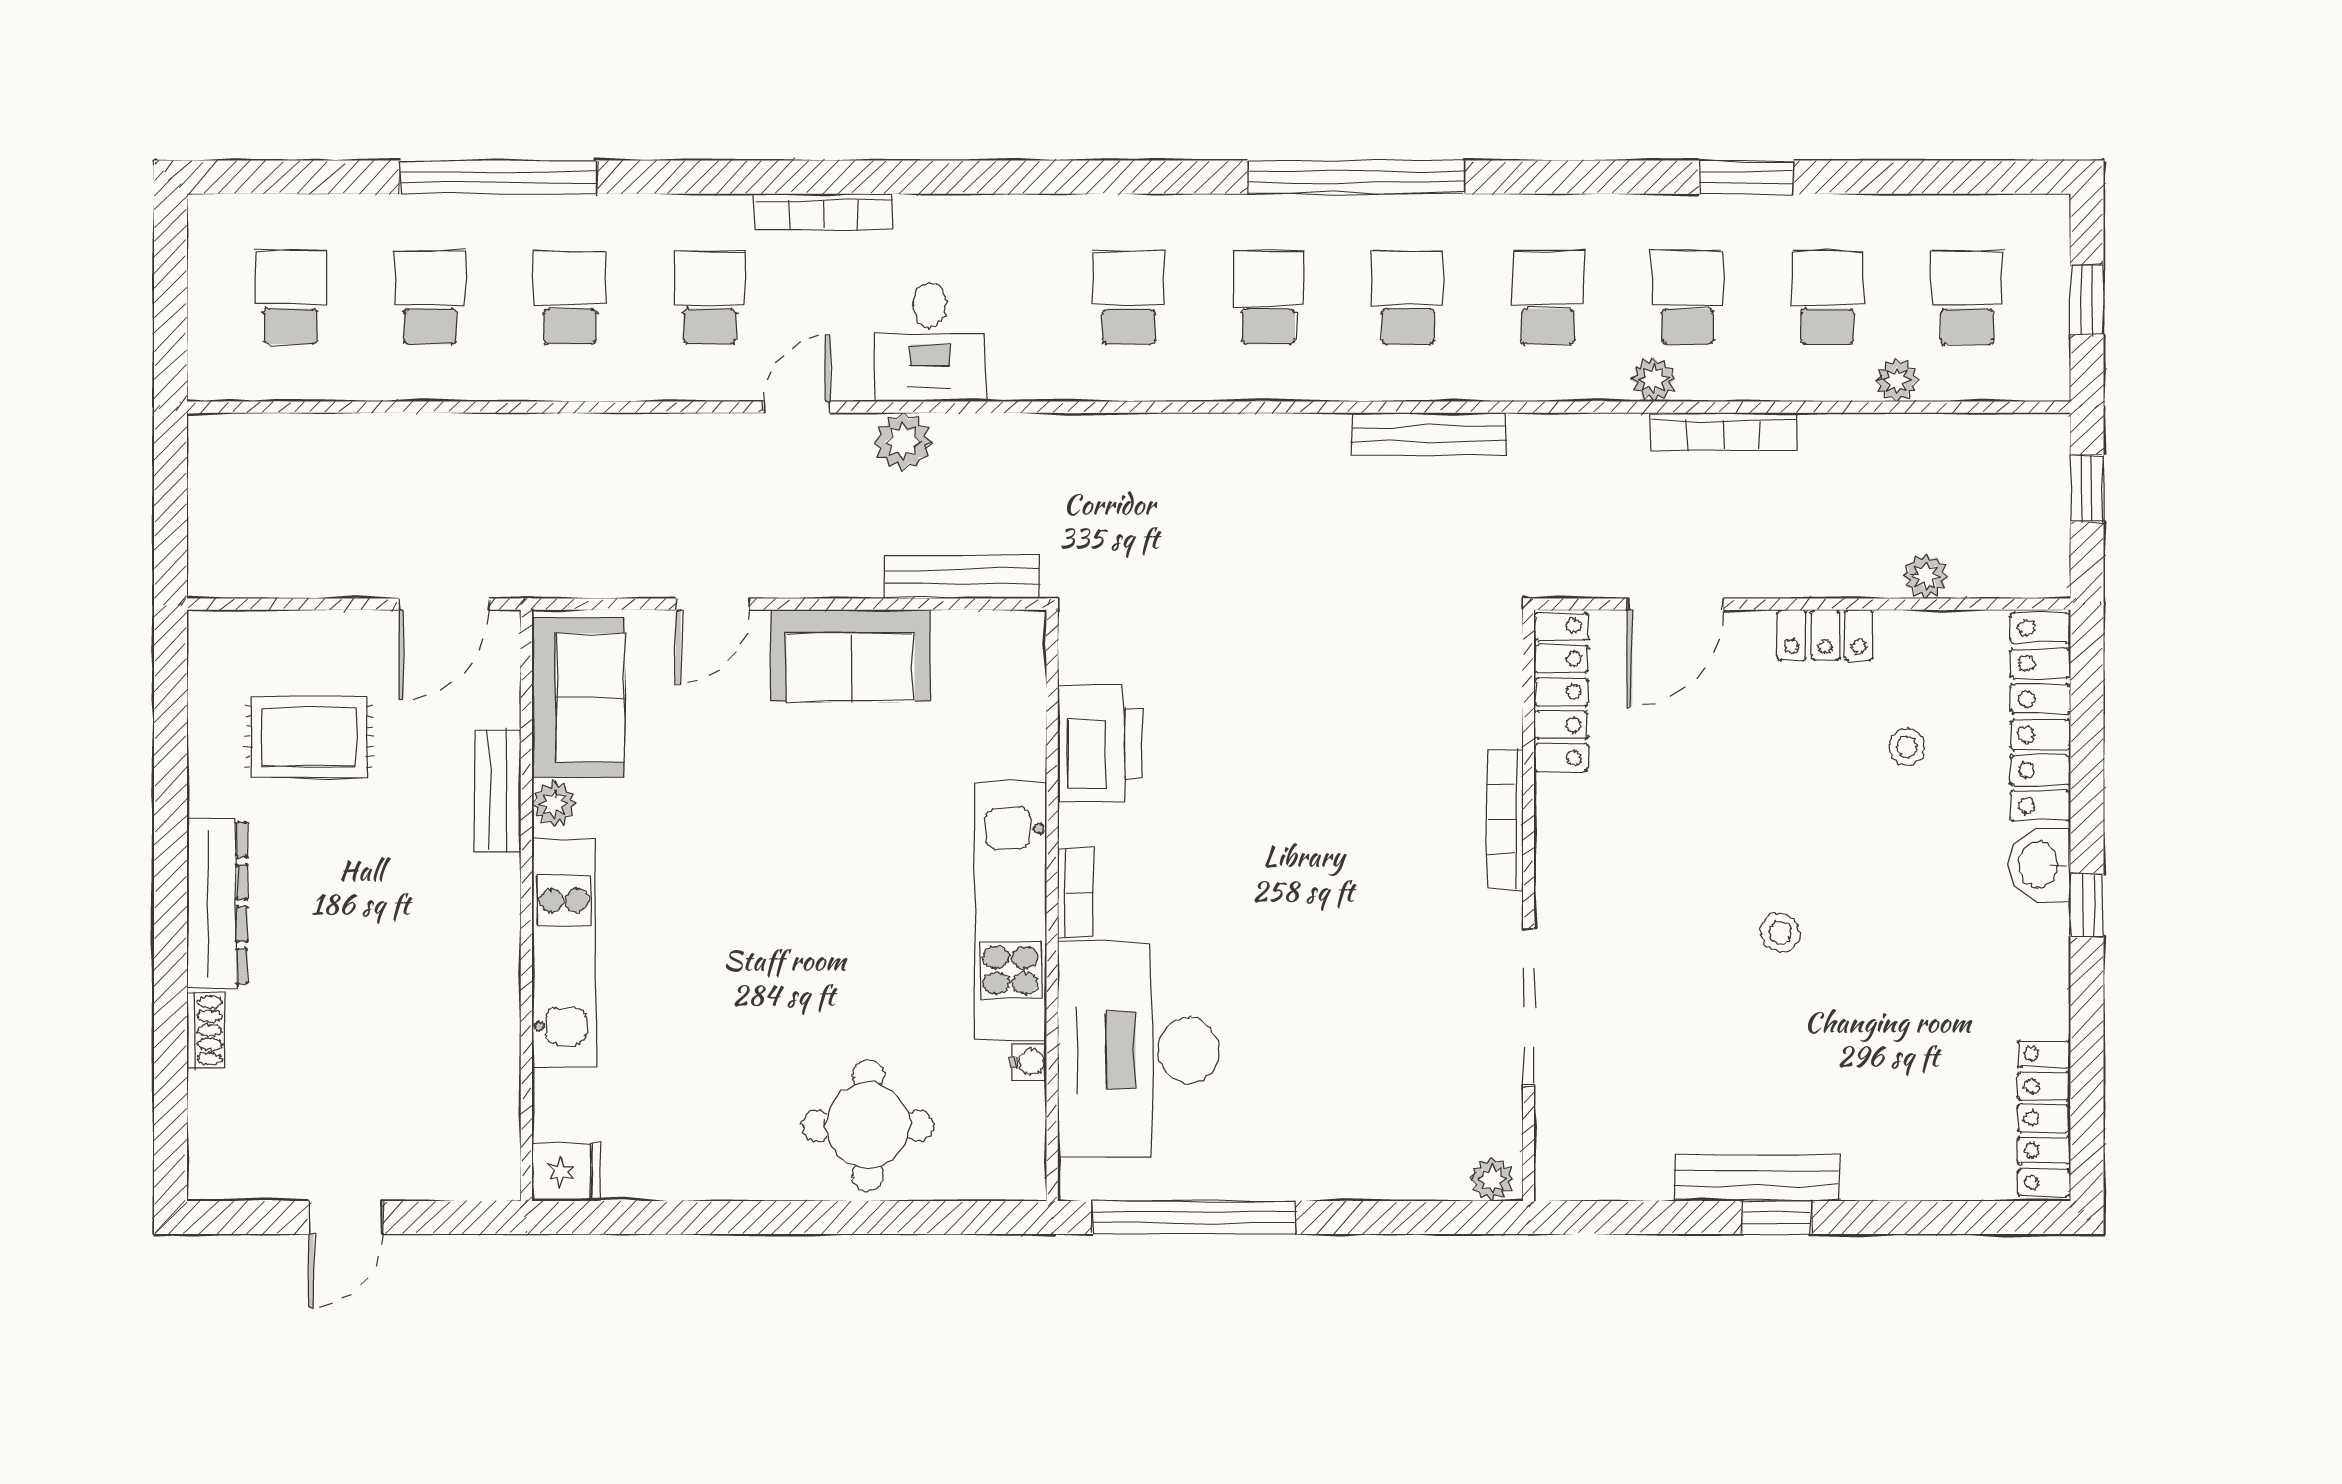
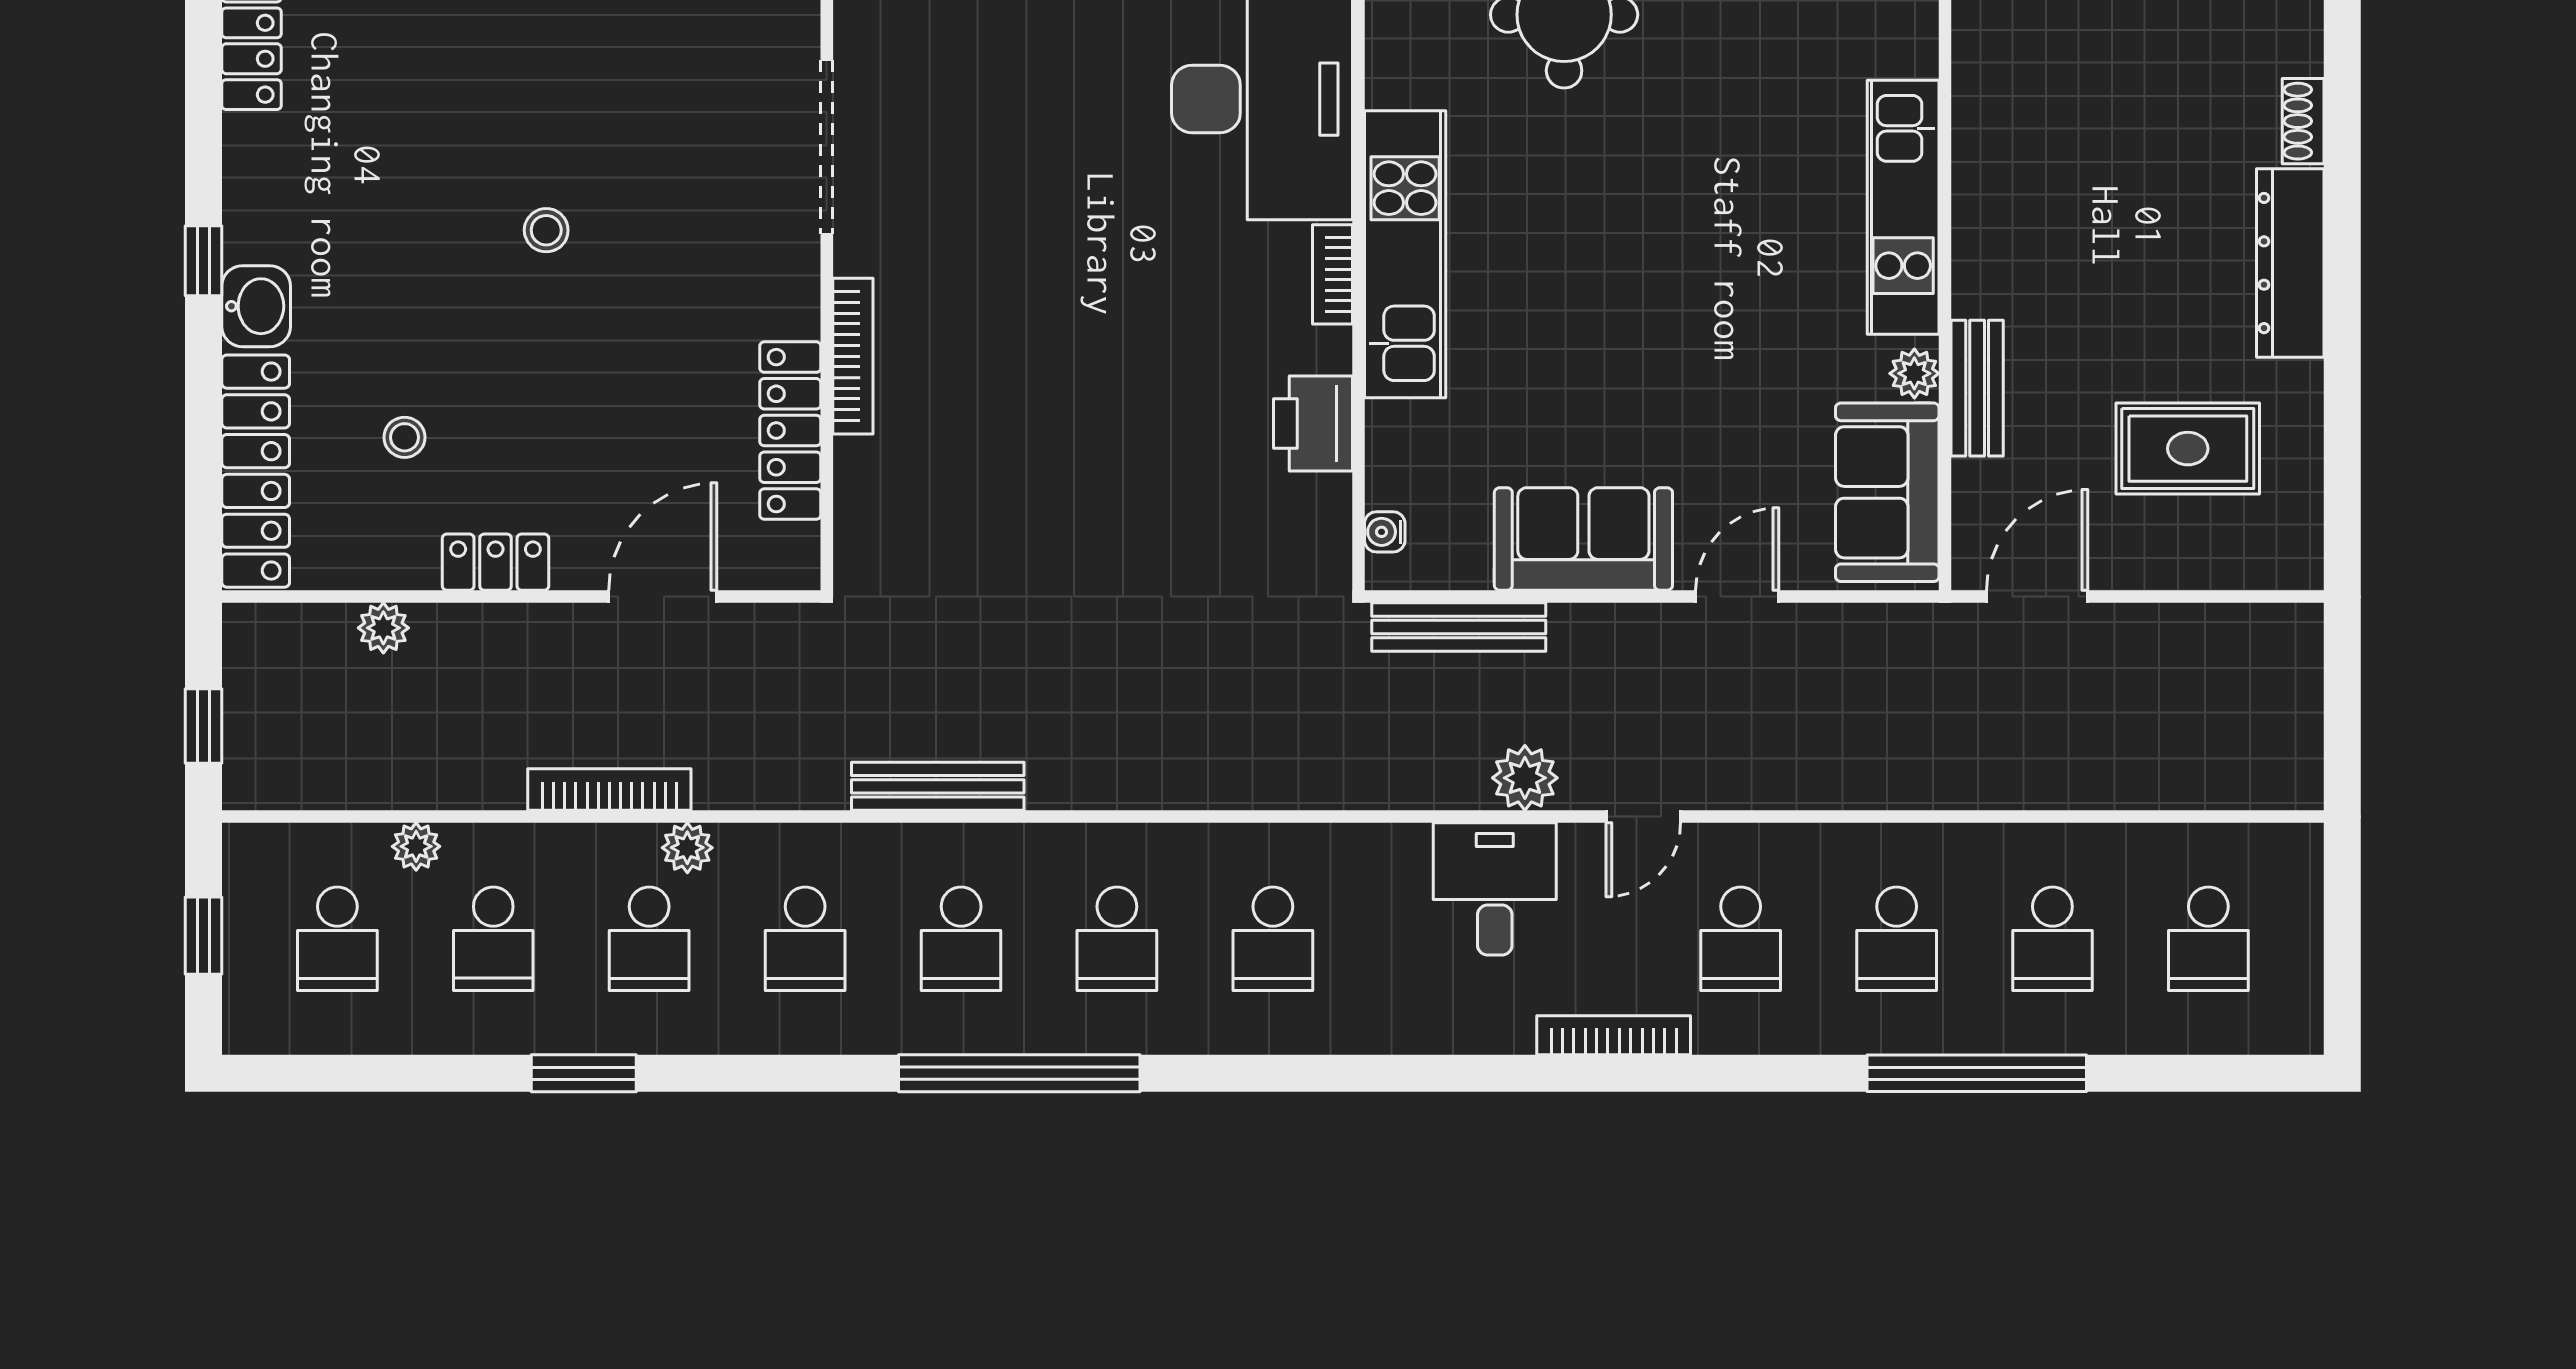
locker: (1561, 692) -> (790, 431), moved
printer: (1100, 743) -> (1313, 423), width x0.73, depth x0.84
water cooler: (1029, 1062) -> (1385, 532), moved

